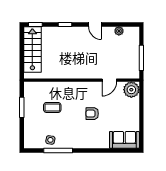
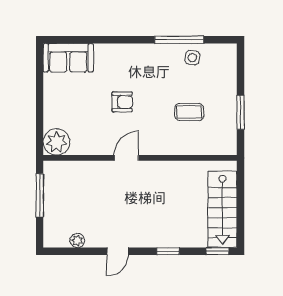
door: (95, 25) -> (118, 251), swing flipped
door: (109, 80) -> (126, 158), moved

